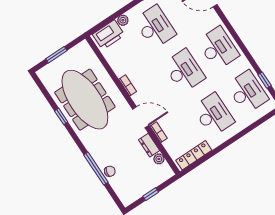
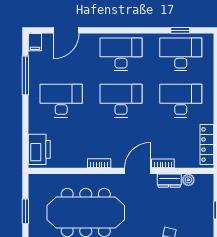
plant: (123, 20) -> (35, 127), removed

